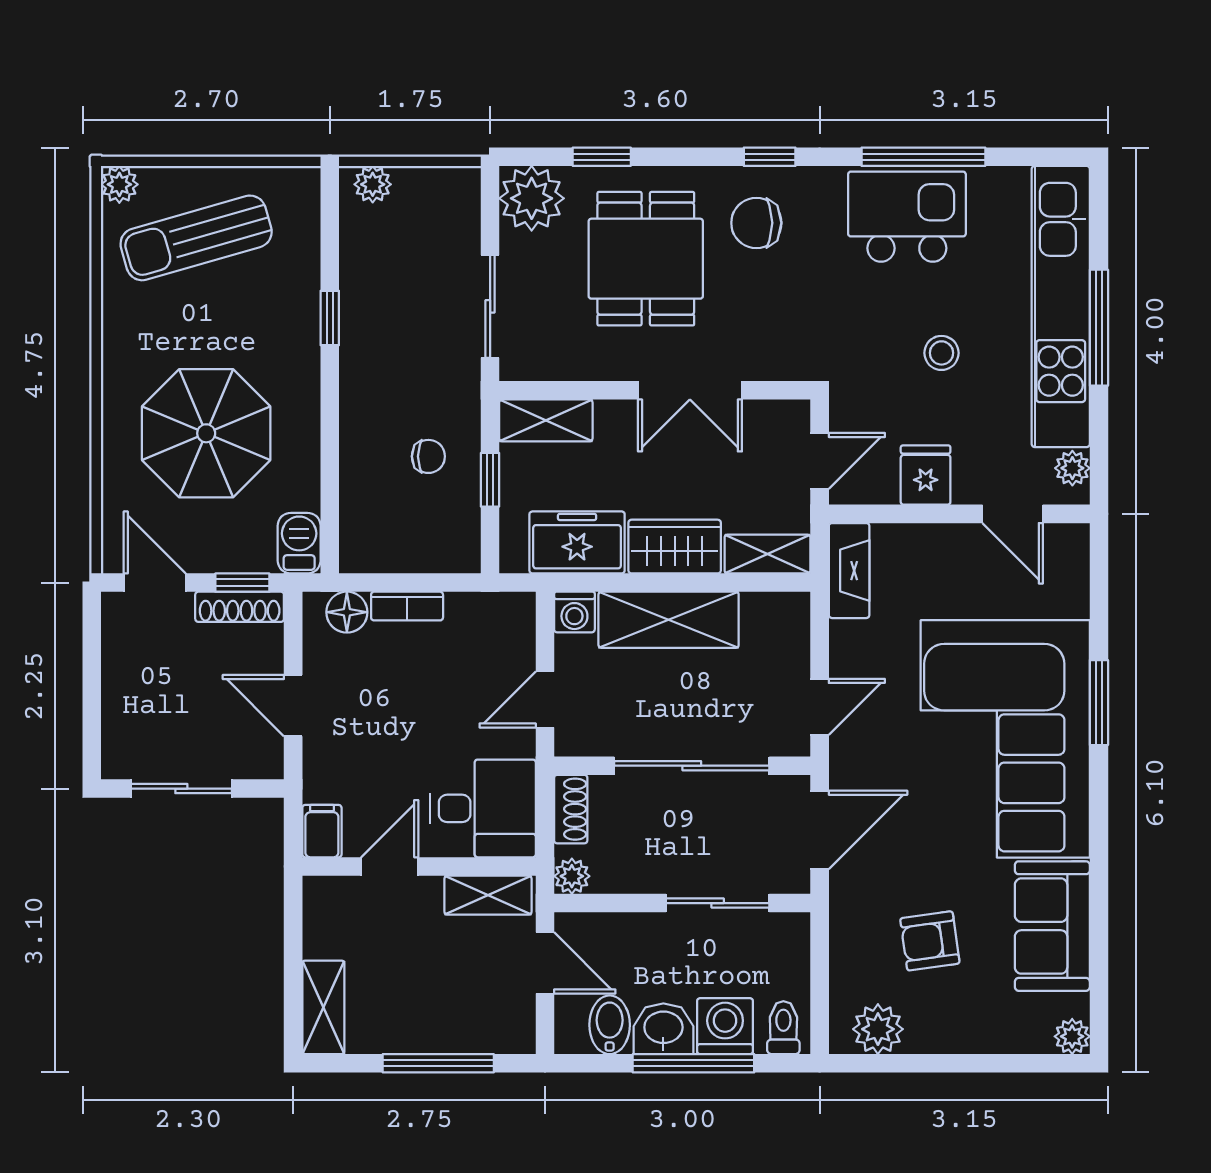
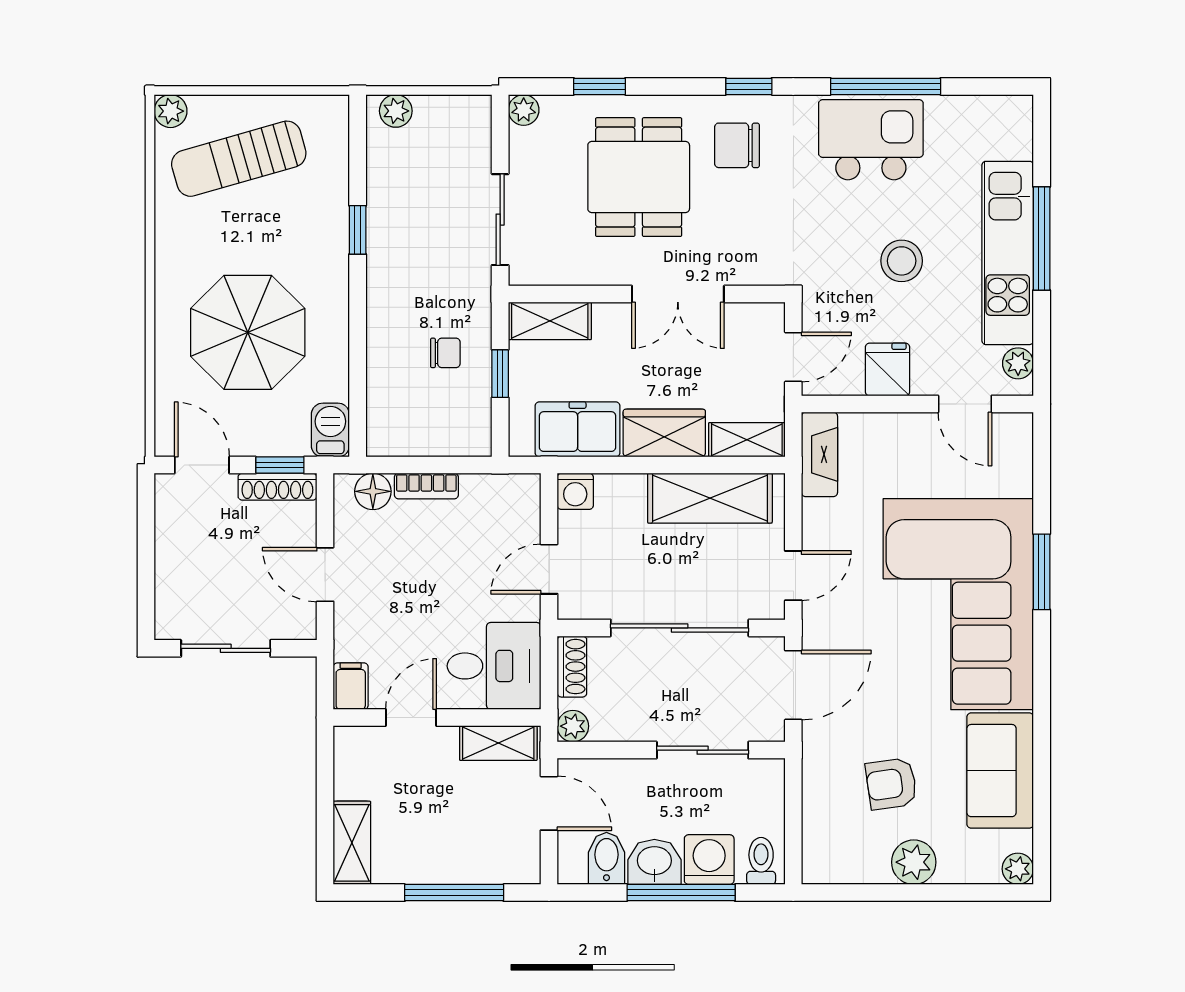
plant: (532, 198) -> (524, 110), width x0.53, depth x0.53
kitchen unit: (1061, 306) -> (1008, 253), width x0.73
stool: (941, 353) -> (902, 261), width x1.37, depth x1.37
shelving: (669, 620) -> (710, 498), moved
plant: (878, 1029) -> (914, 862), moved

